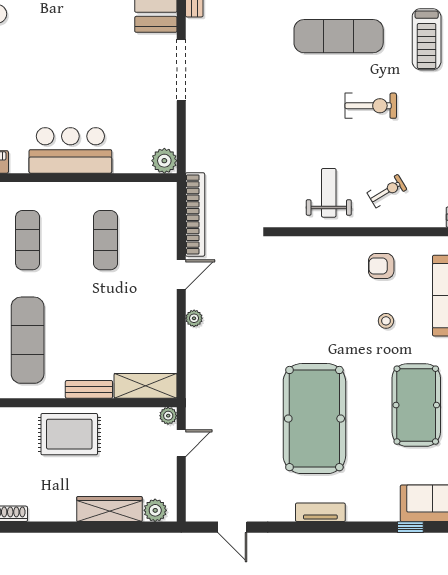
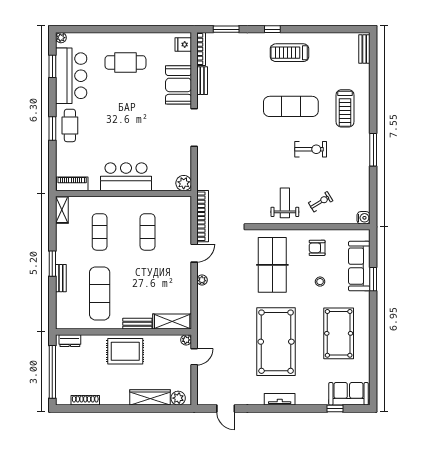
table tennis table: (308, 294) -> (272, 265), added

